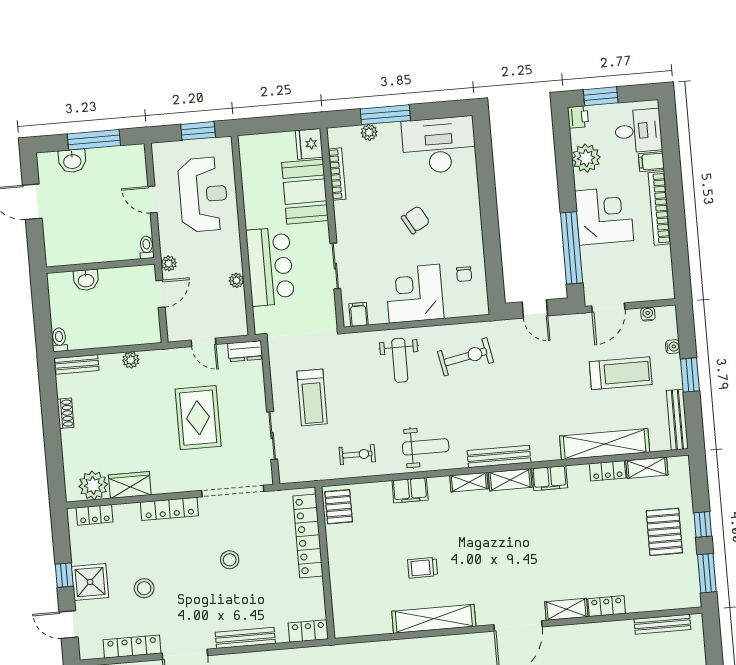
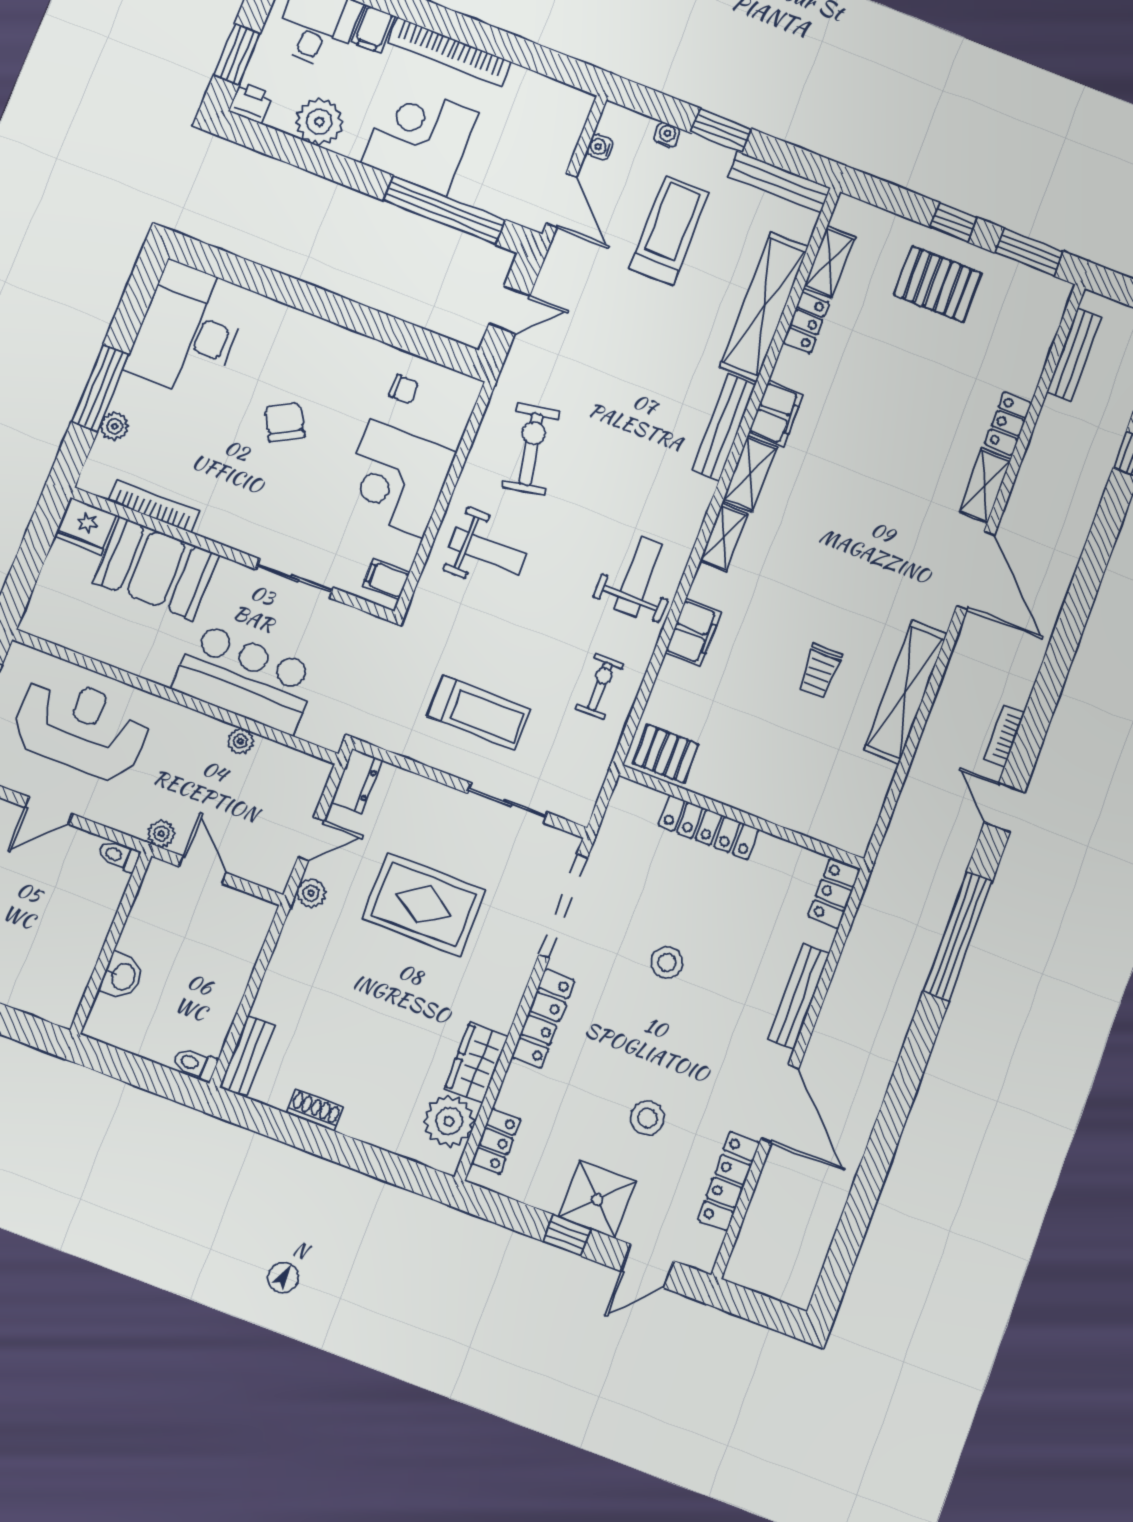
plant: (131, 360) -> (311, 893), moved
bench: (499, 456) -> (724, 427), moved
locker: (308, 536) -> (709, 827), width x0.71, depth x0.83

